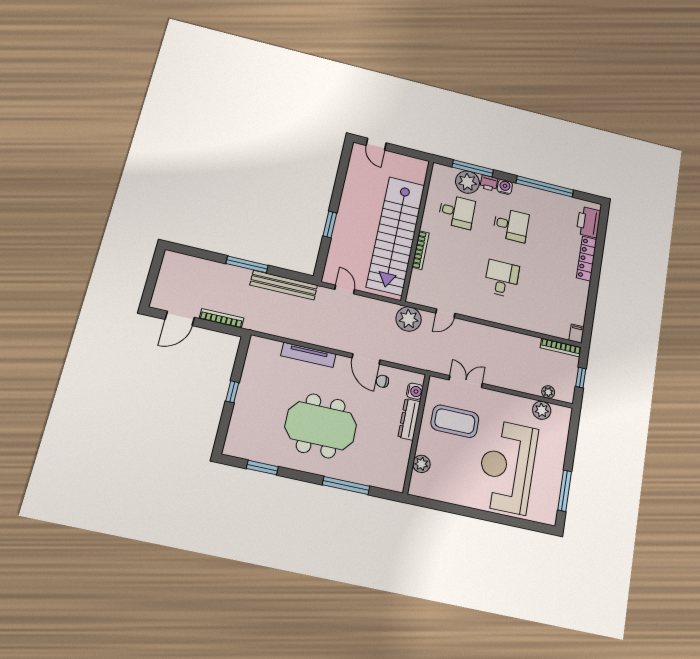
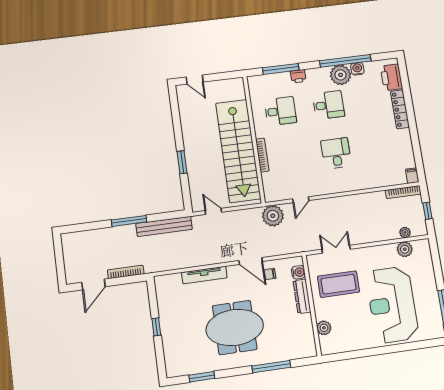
plant: (467, 182) -> (341, 75), moved
water cooler: (505, 187) -> (357, 69), moved

